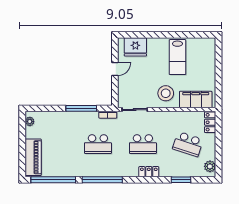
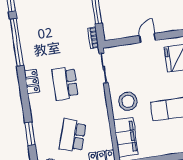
door: (115, 69) -> (147, 38), swing flipped
school desk: (98, 144) -> (57, 31), removed
locker: (149, 172) -> (32, 81), moved

